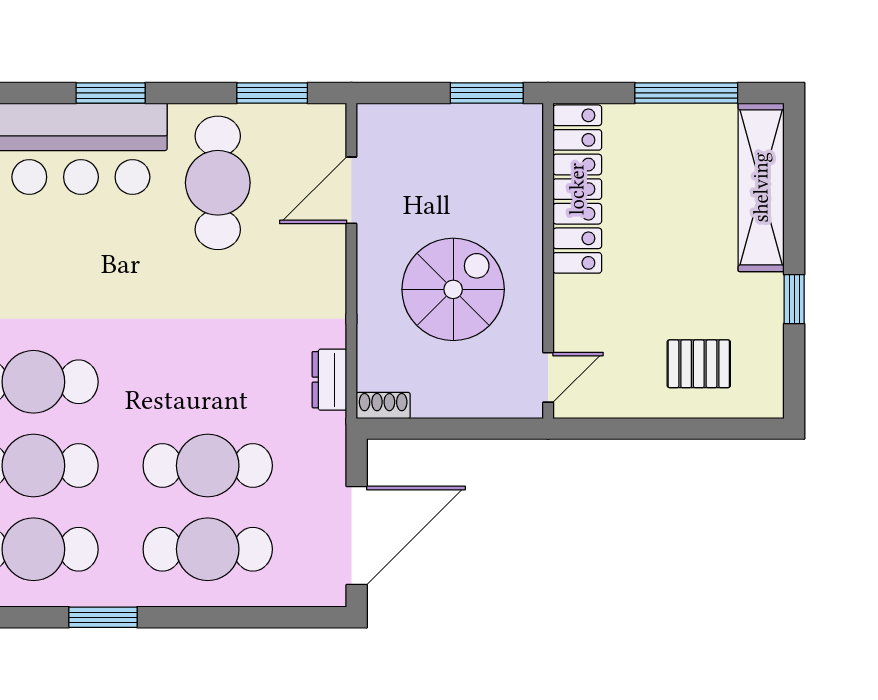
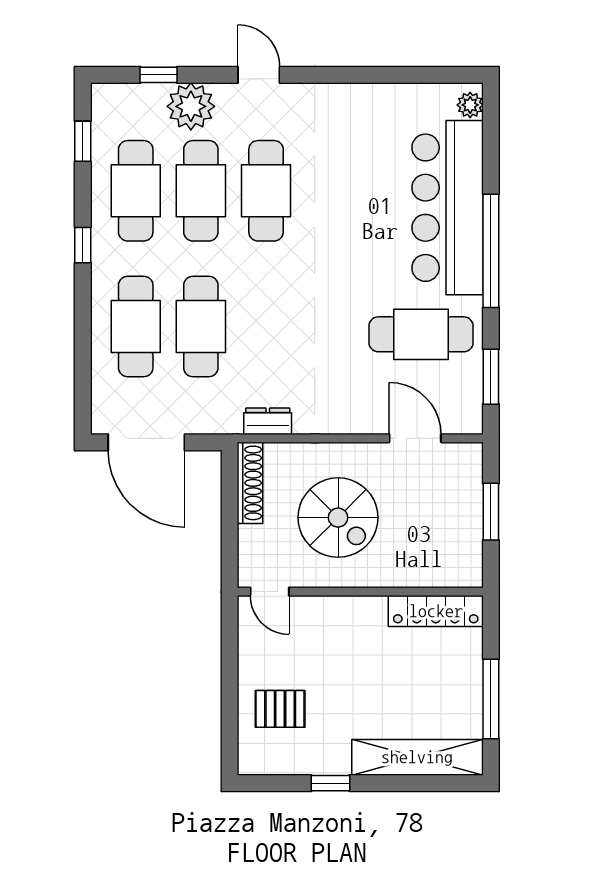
window: (111, 93) -> (491, 251), width x2.11
window: (487, 93) -> (491, 512), moved
locker: (577, 189) -> (436, 611), width x0.71, depth x0.83
pallet: (699, 364) -> (280, 709), turned 90
shoe rack: (383, 405) -> (250, 483), width x1.94, depth x1.24
window: (103, 617) -> (83, 245), width x0.67

